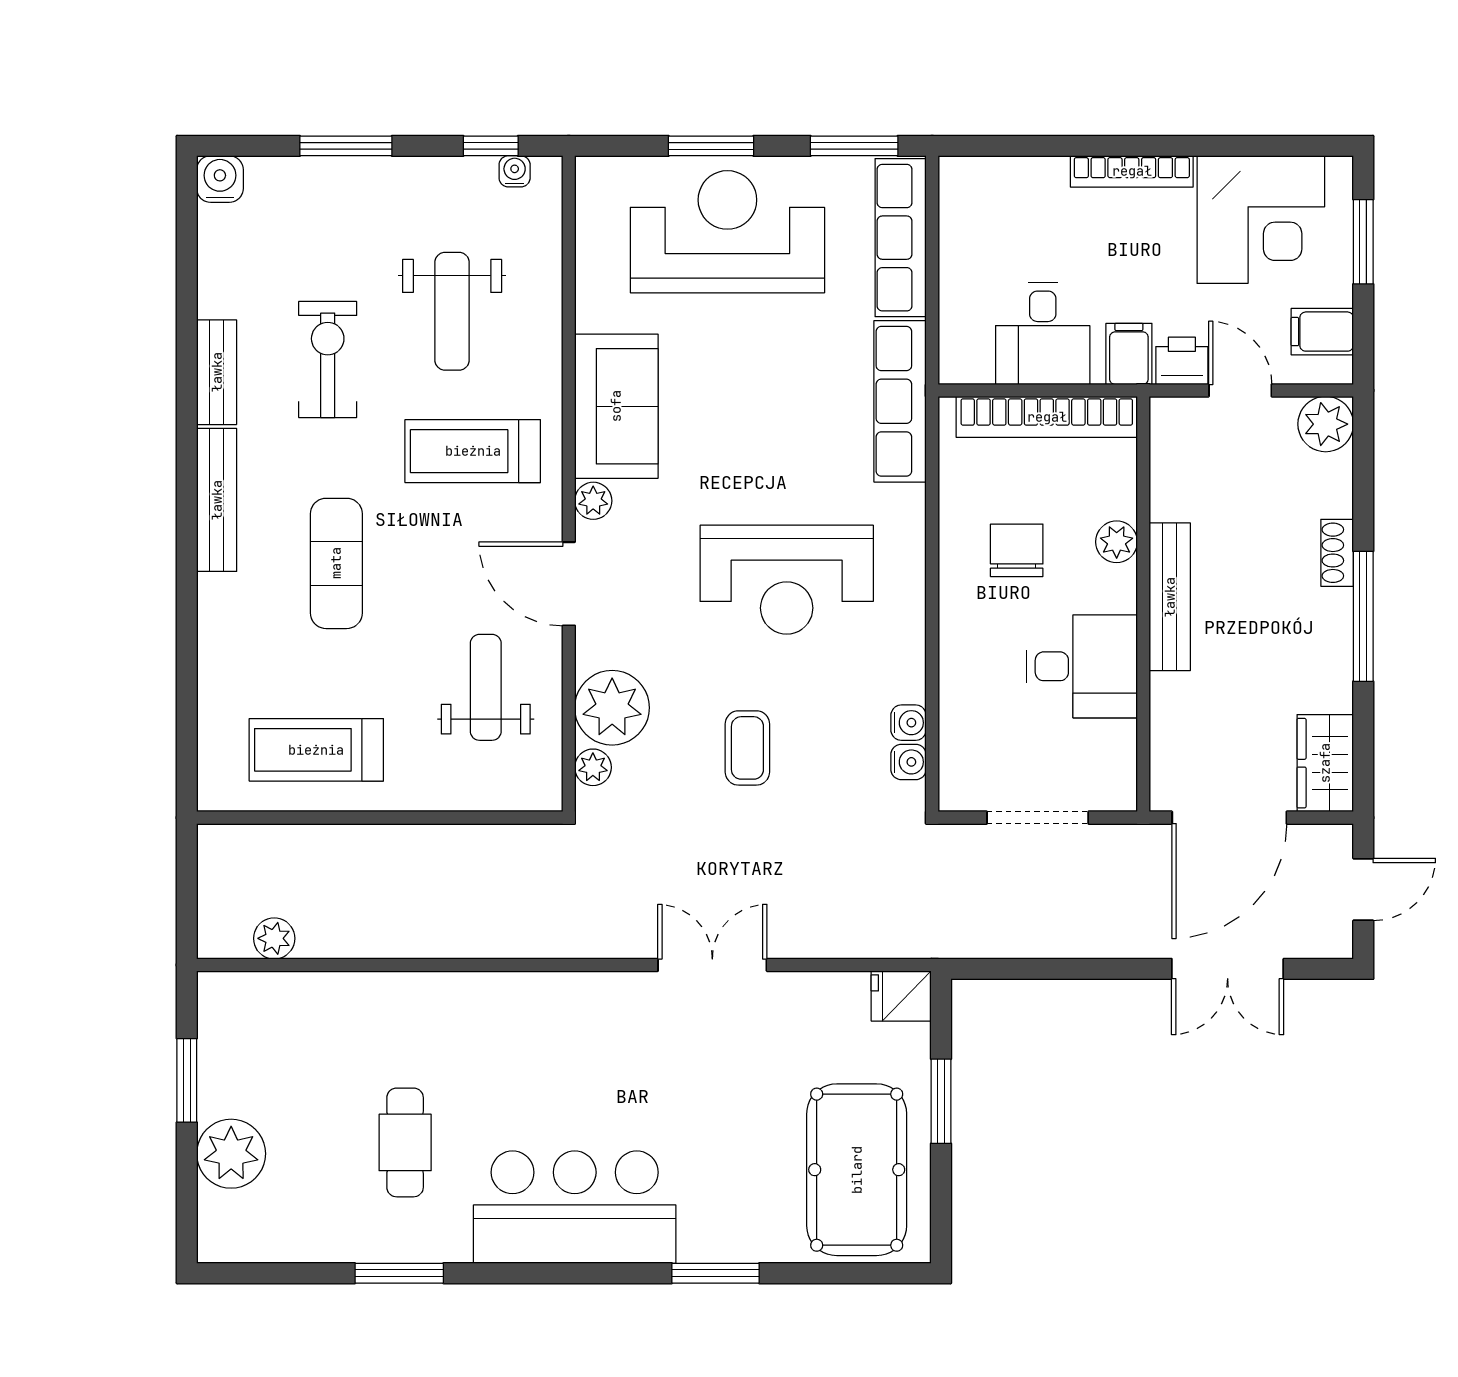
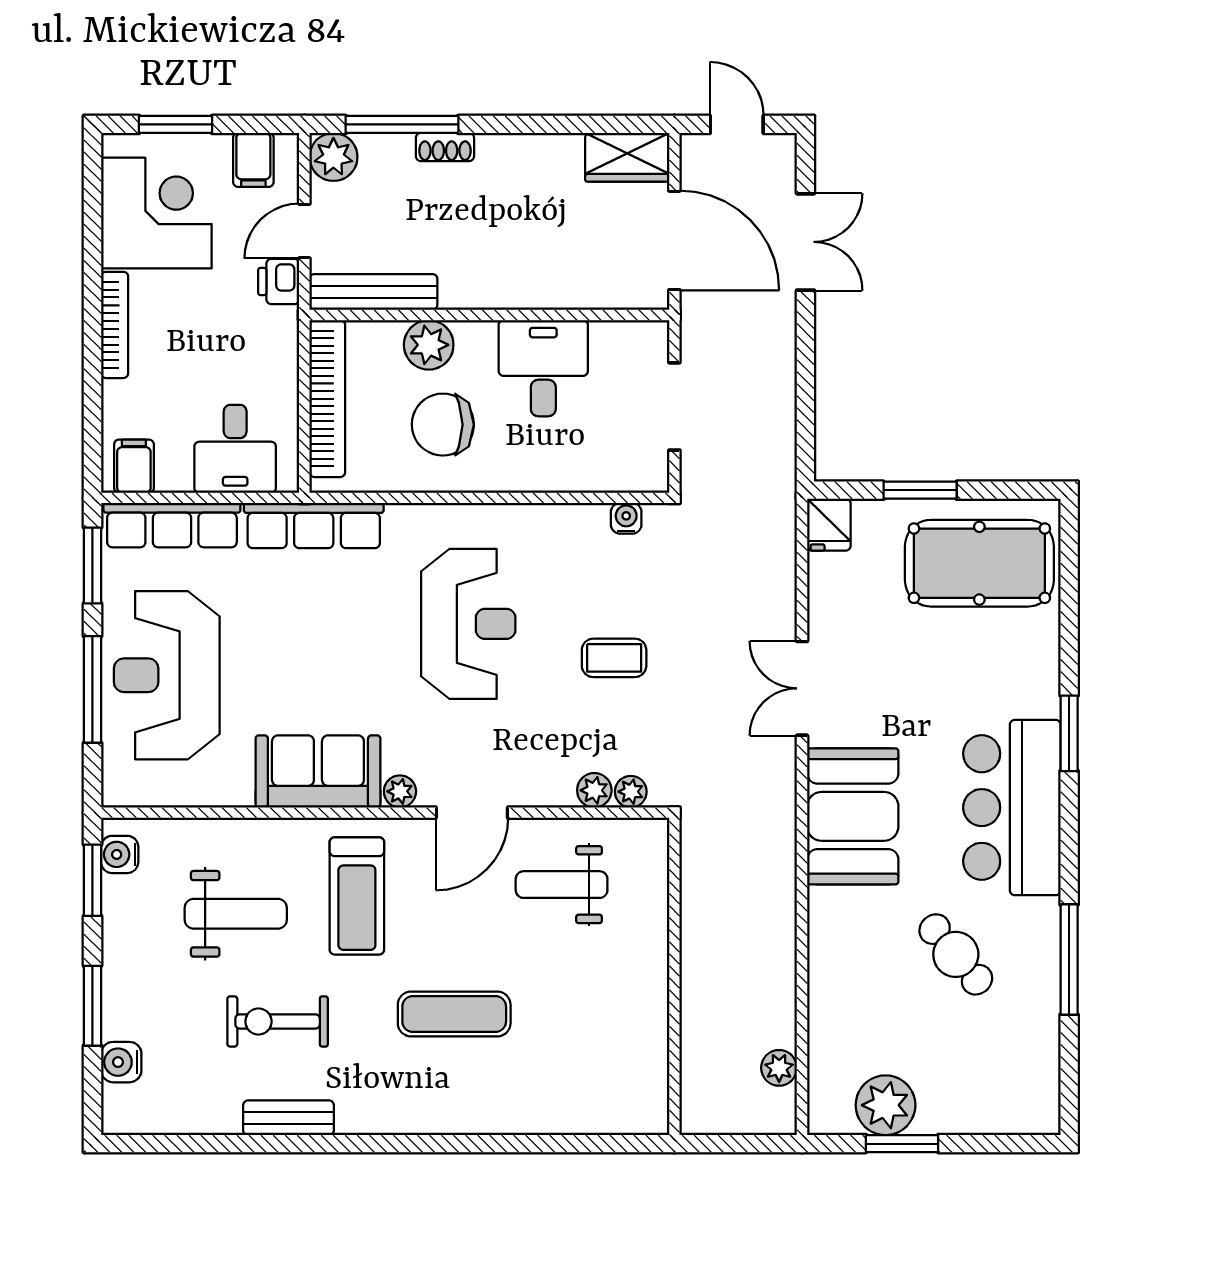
window: (491, 146) -> (92, 880), width x1.50
window: (711, 146) -> (92, 689), width x1.44
water cooler: (515, 171) -> (120, 854), width x1.38, depth x1.38
water cooler: (220, 179) -> (121, 1062), moved
desk: (1043, 334) -> (235, 449), moved, turned 90
filing cabinet: (1129, 354) -> (134, 466), moved, turned 90
bench: (217, 500) -> (399, 1118), removed
plant: (1117, 542) -> (429, 345), width x1.38, depth x1.38
chair: (1017, 550) -> (443, 425), width x1.37, depth x1.37
bench: (1170, 597) -> (373, 292), moved
window: (1363, 616) -> (402, 124), moved
plant: (612, 708) -> (594, 790), width x0.53, depth x0.53
water cooler: (909, 723) -> (592, 518), removed
treadmill: (316, 750) -> (616, 1031), removed
booth: (564, 1024) -> (853, 816), added
cafe table: (405, 1142) -> (956, 954), turned 50
plant: (231, 1154) -> (886, 1105), moved
window: (399, 1273) -> (1069, 960), width x1.44
window: (716, 1273) -> (1069, 733), moved

